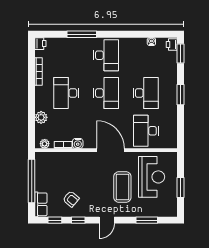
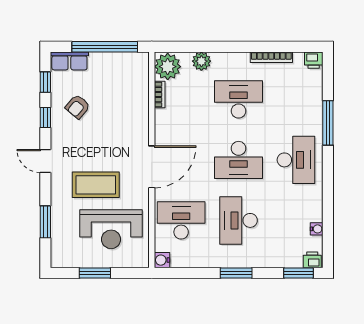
desk: (106, 55) -> (296, 160), turned -90
desk: (146, 93) -> (239, 220), turned 90
water cooler: (78, 143) -> (162, 260), moved
plant: (45, 144) -> (168, 67), width x1.88, depth x1.88

